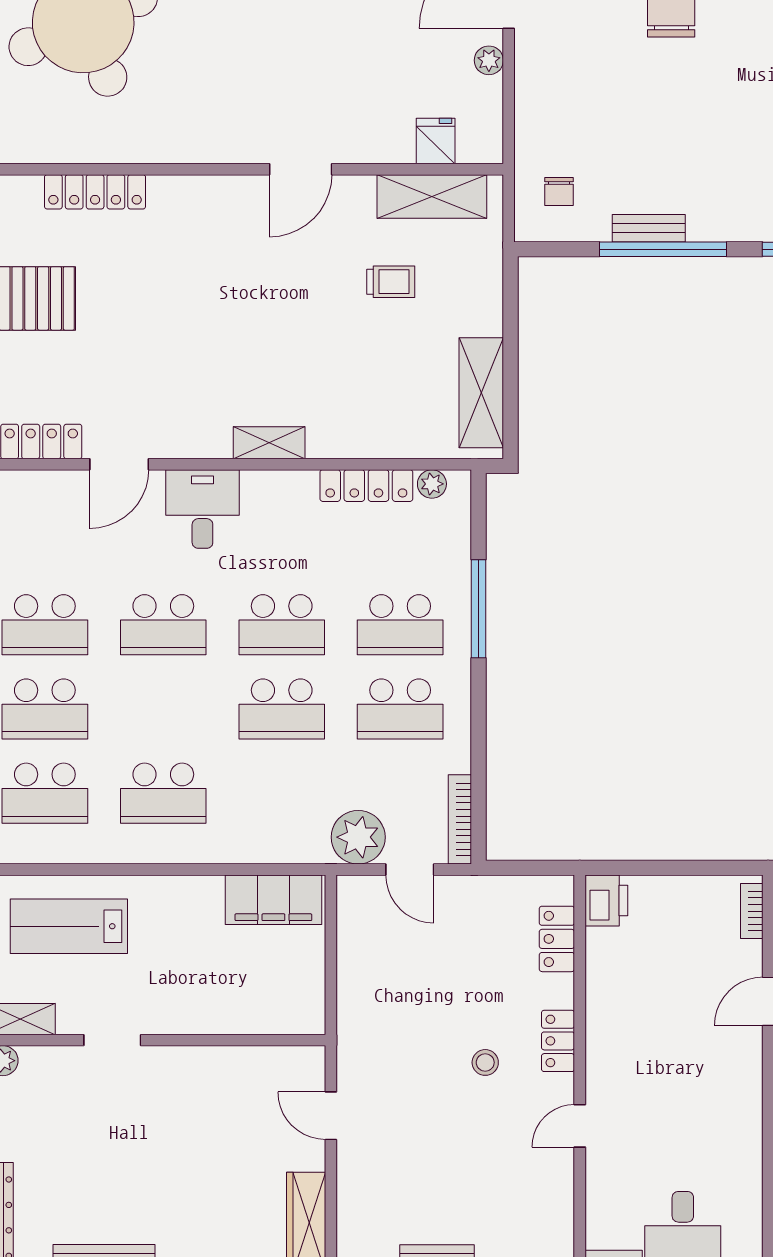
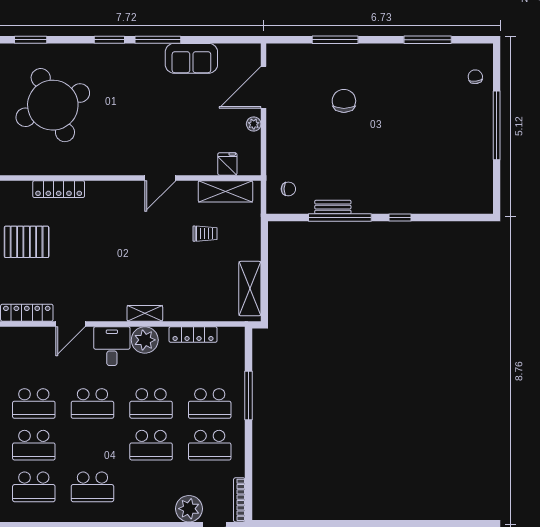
chair: (559, 191) -> (288, 189), turned -90
plant: (432, 484) -> (145, 340), moved, width x1.87, depth x1.87

